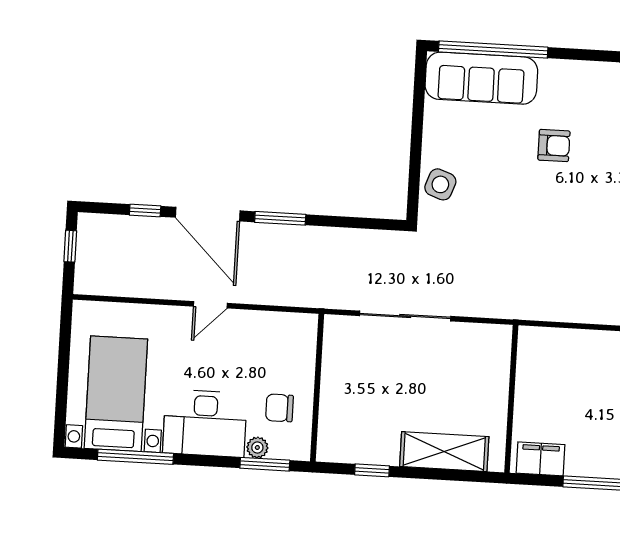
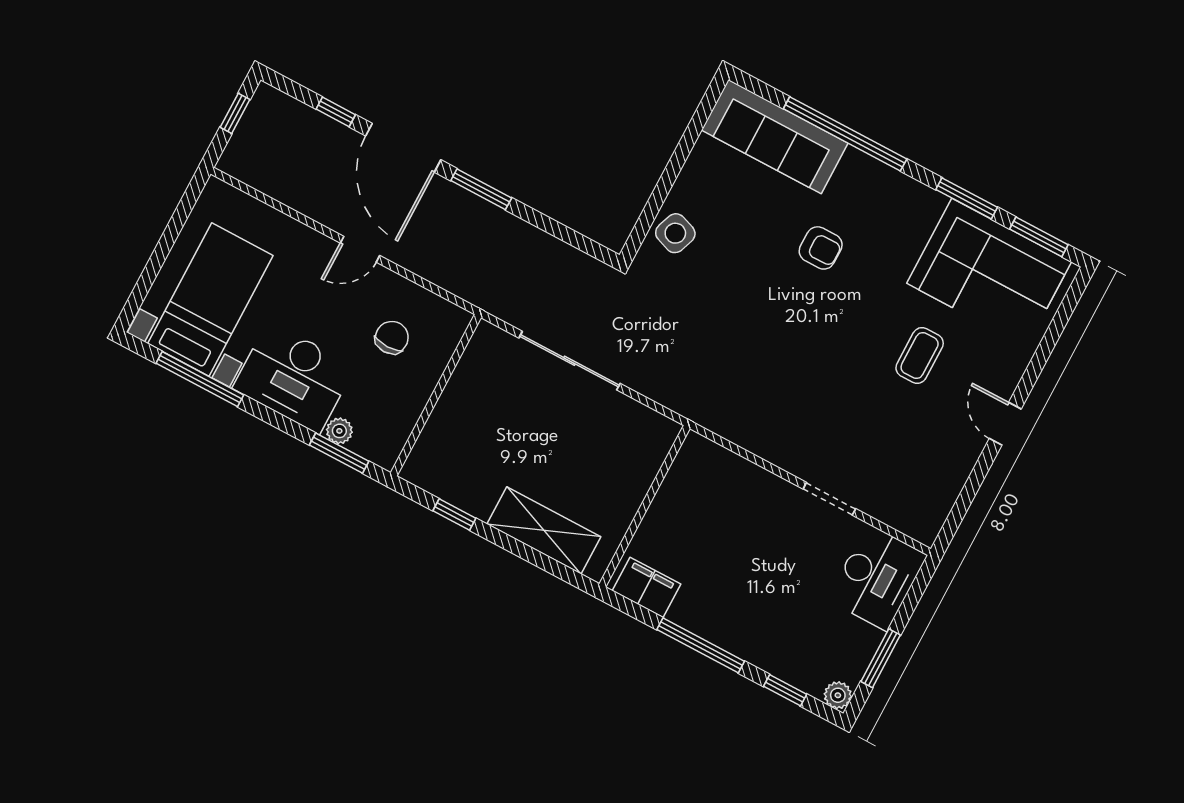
window: (493, 50) -> (845, 134), moved
chair: (279, 408) -> (392, 338), moved, turned 90

